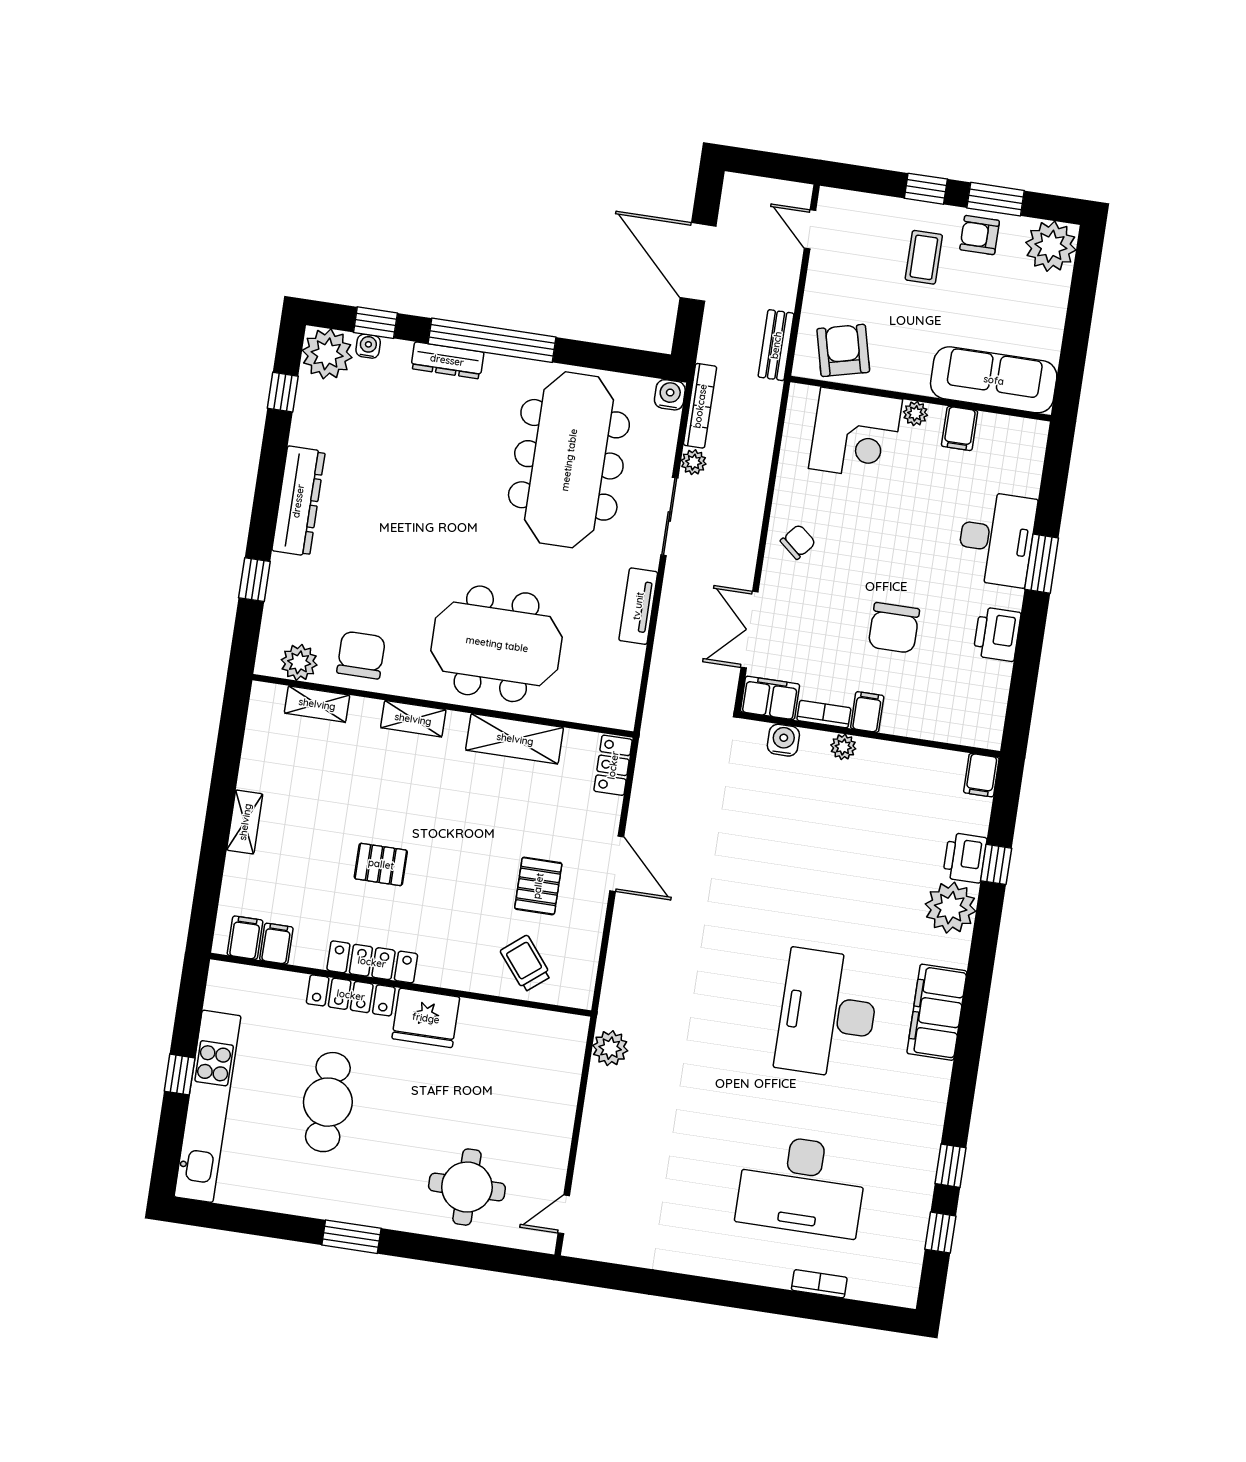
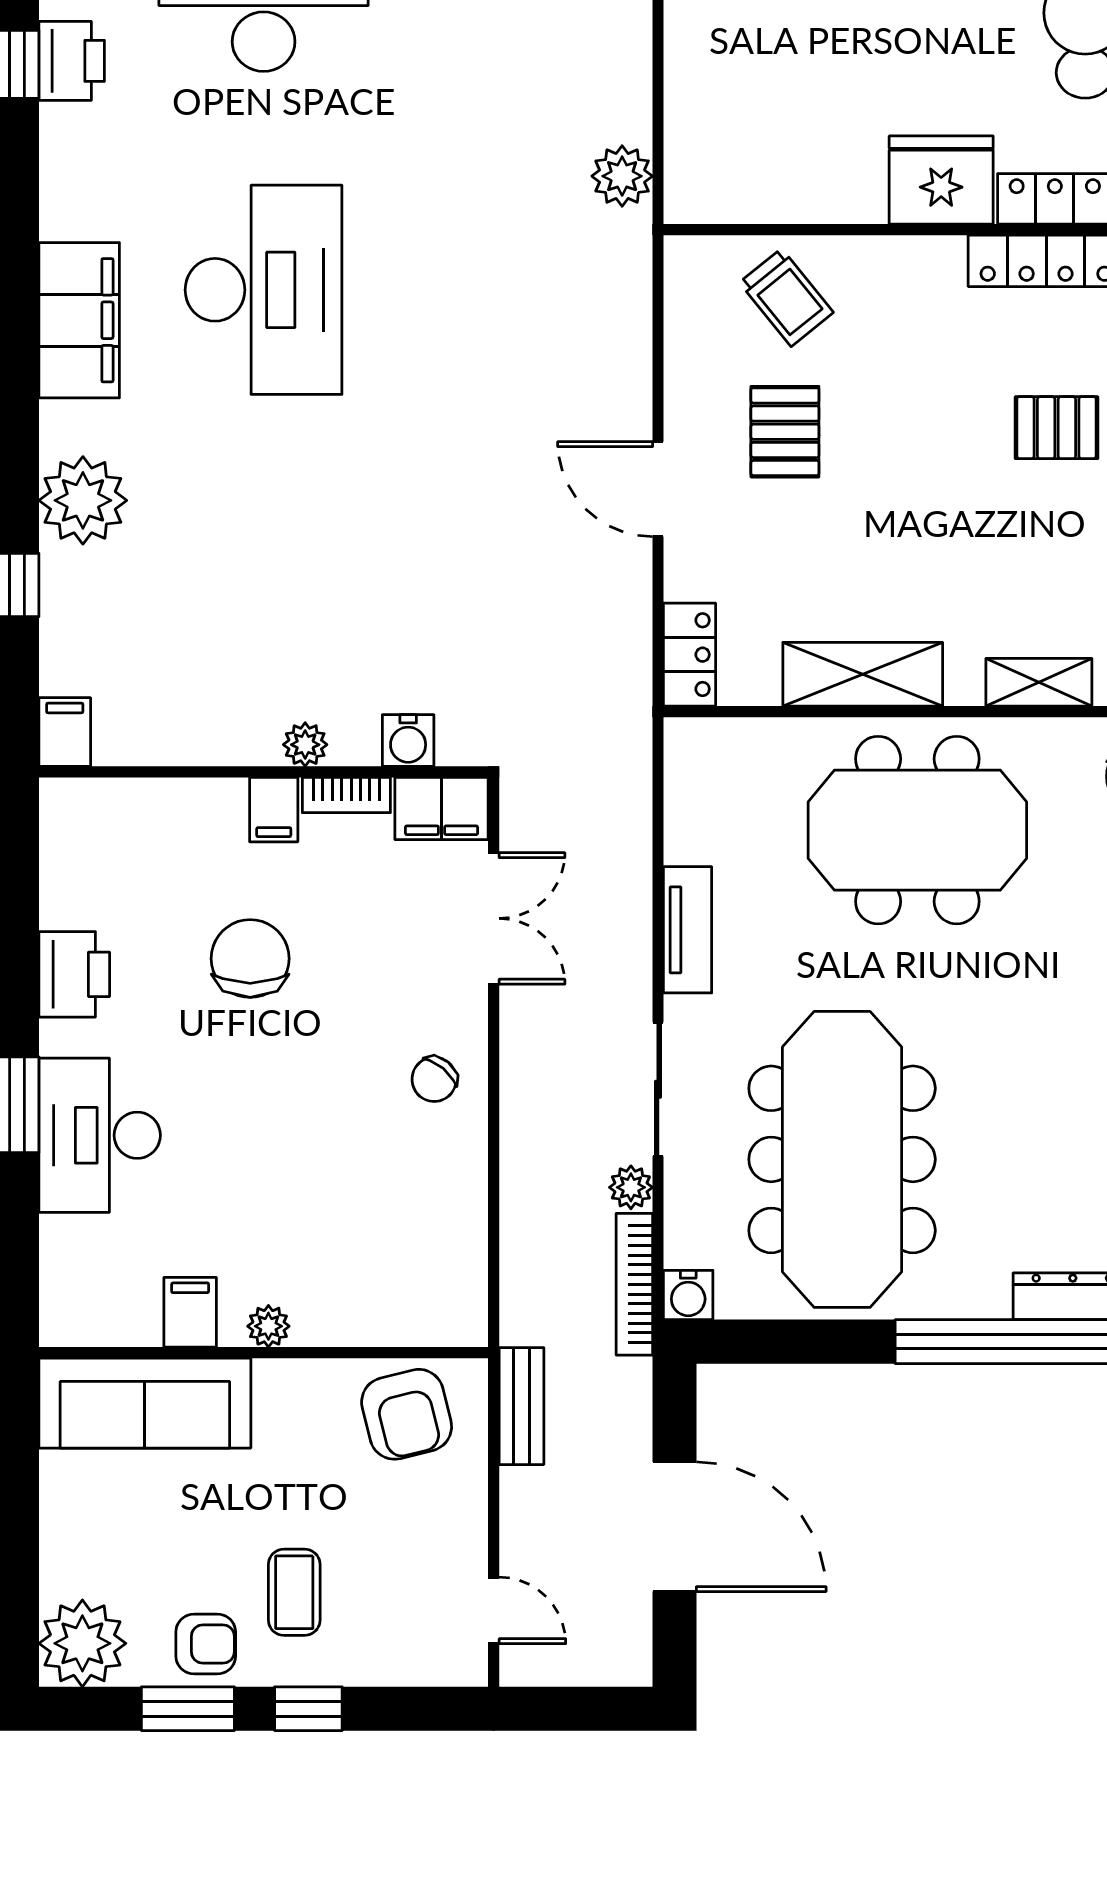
corner desk: (856, 434) -> (364, 1276), removed
printer: (965, 858) -> (72, 61), moved

